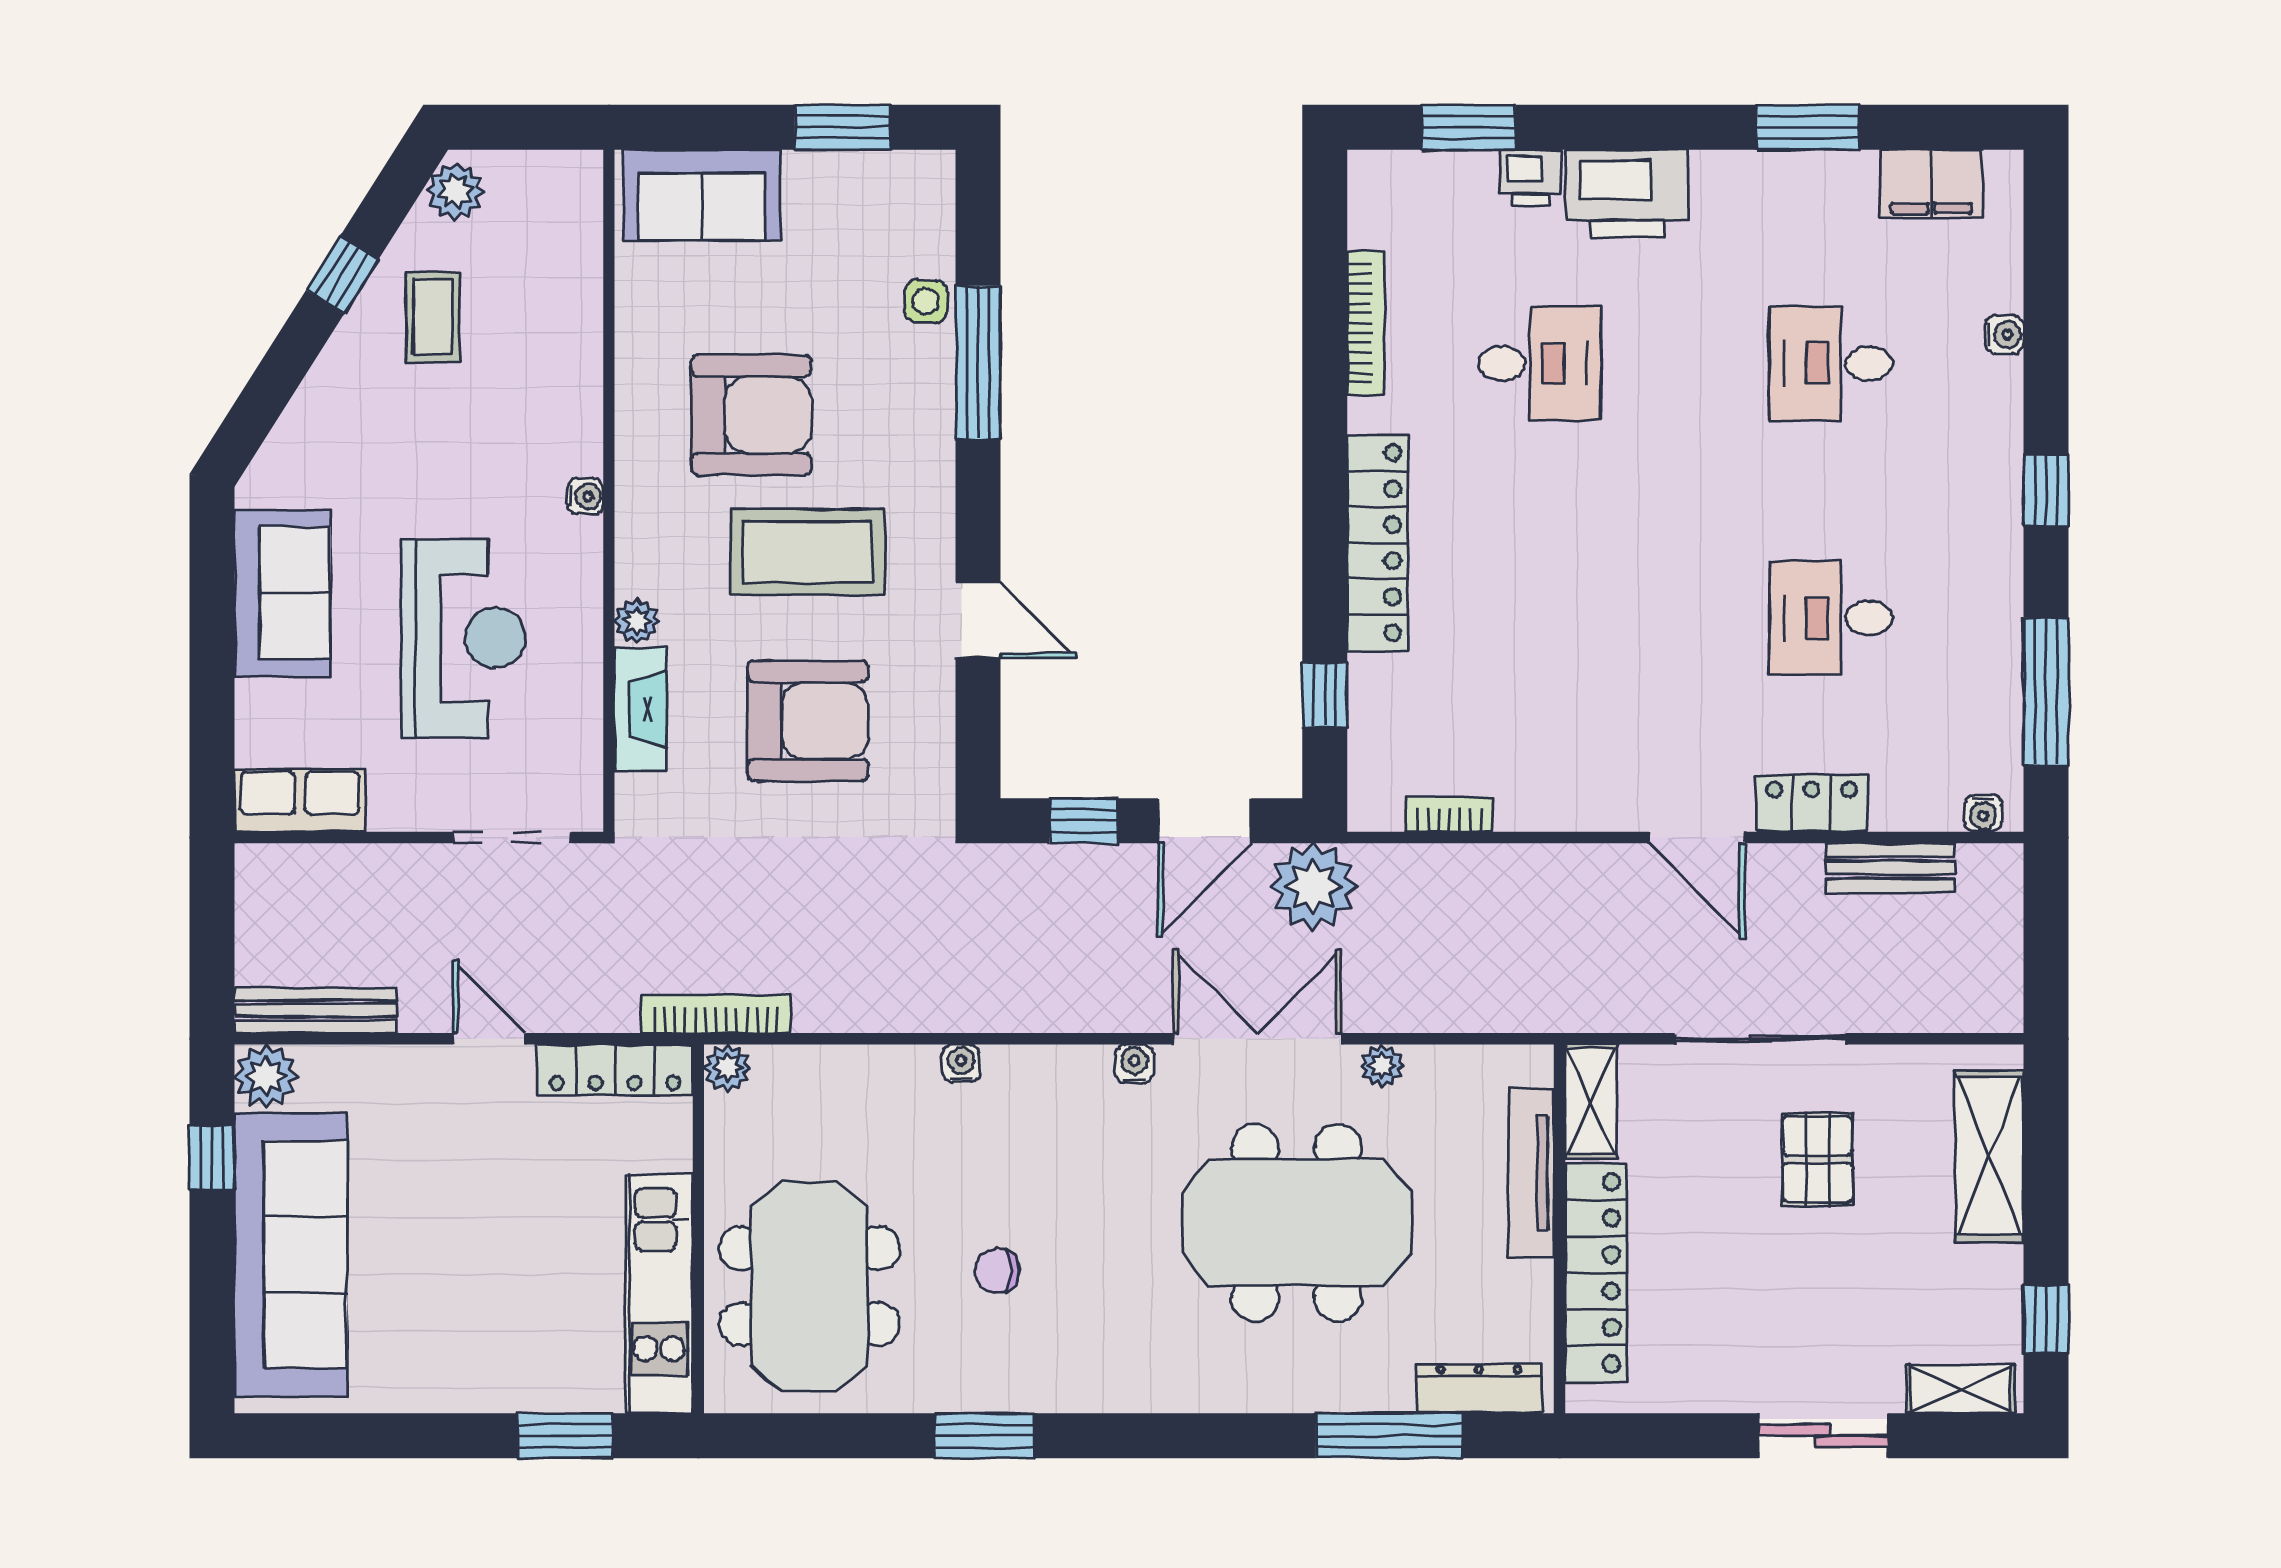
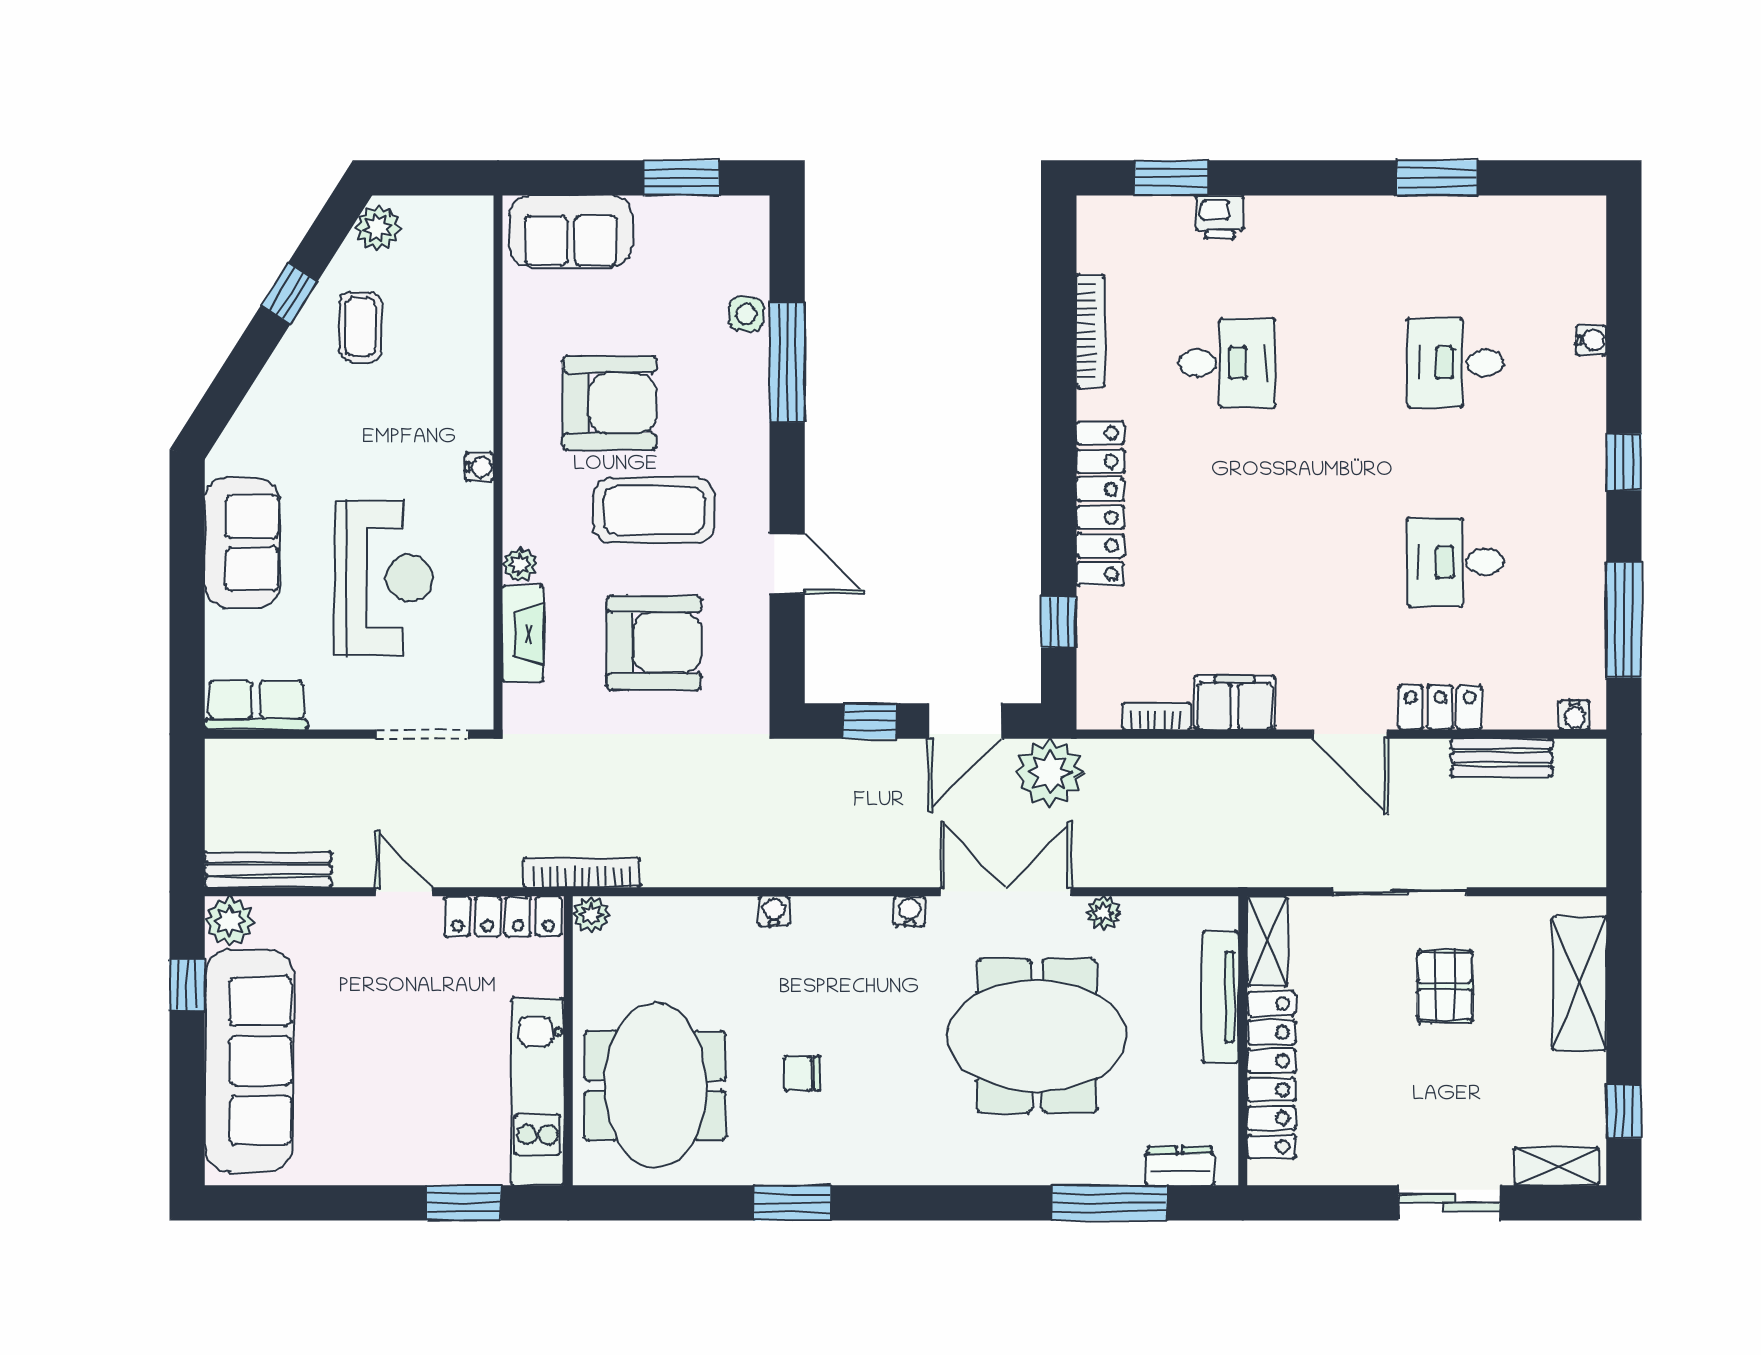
filing cabinet: (1931, 184) -> (1235, 703), moved, turned 180
printer: (1627, 194) -> (1295, 230), removed
dresser: (1479, 1389) -> (1180, 1166), width x0.70

